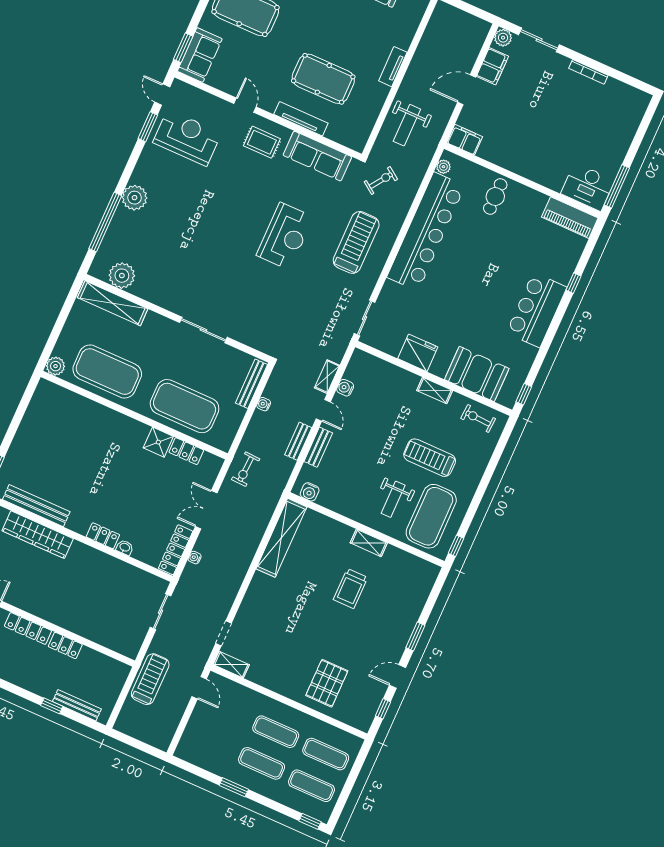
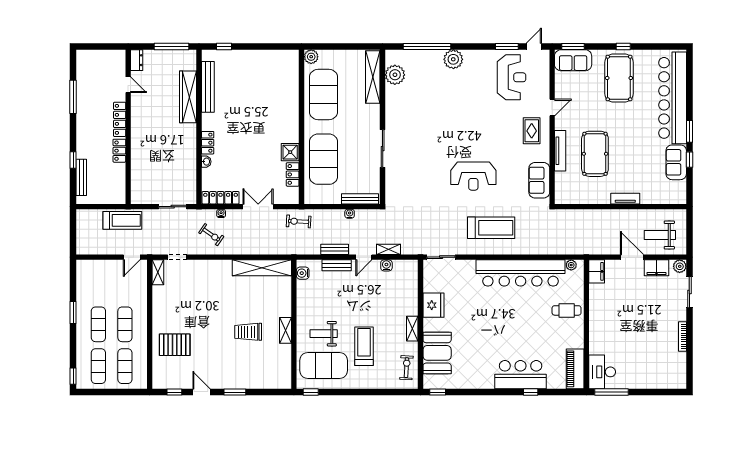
weight bench: (407, 125) -> (660, 235), moved
sofa: (317, 156) -> (539, 180), width x0.73
exercise bike: (381, 180) -> (211, 235), moved
bar counter: (537, 310) -> (521, 375), moved

